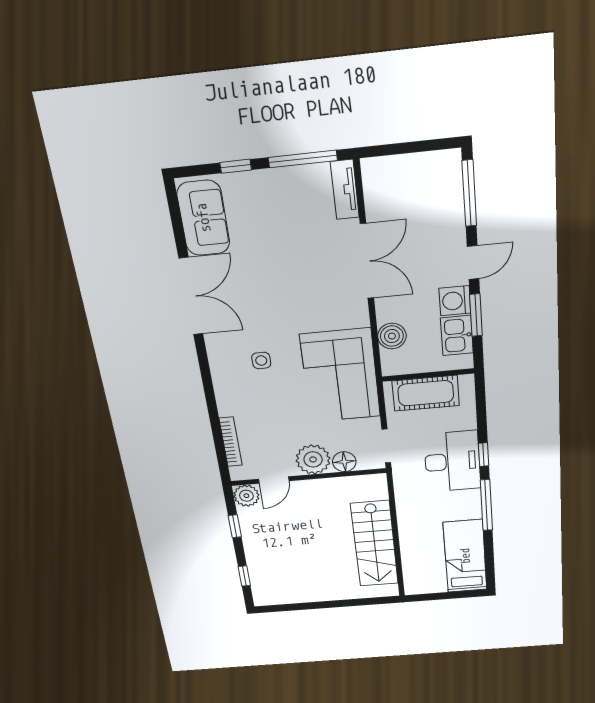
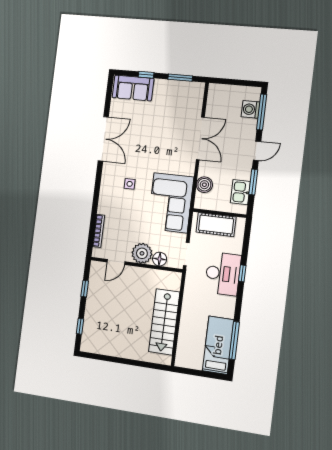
window: (303, 159) -> (180, 78), width x0.69
tv unit: (345, 190) -> (198, 97), removed
sofa: (203, 218) -> (133, 88), moved, turned 90
washing machine: (455, 301) -> (251, 109), moved
plant: (246, 496) -> (97, 269), removed
window: (486, 505) -> (234, 340), moved

